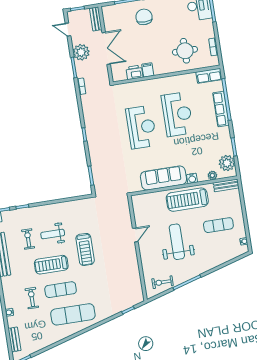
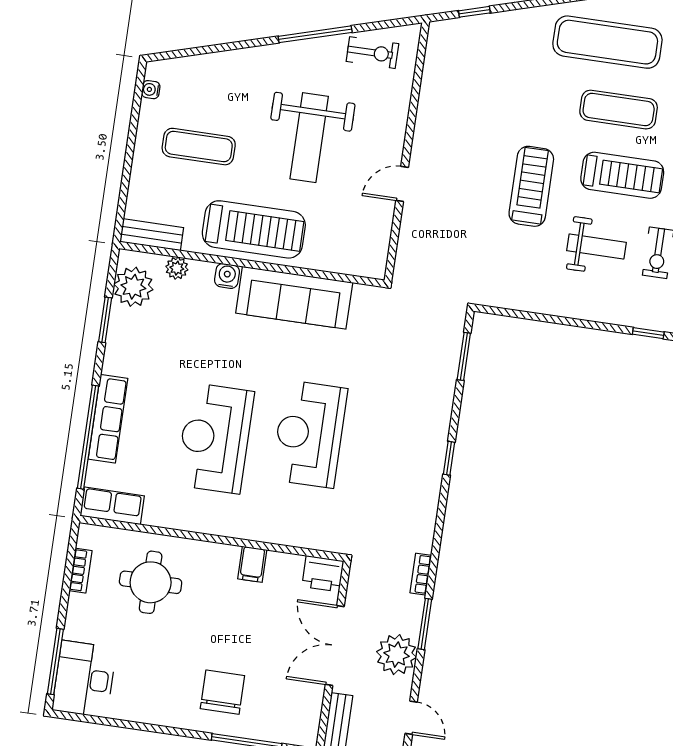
chair: (144, 17) -> (222, 692), turned 180
printer: (134, 72) -> (323, 574), moved

